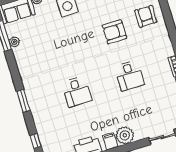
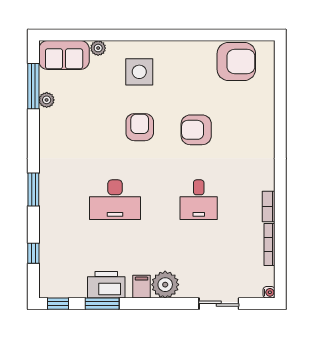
armchair: (146, 16) -> (140, 127), moved
desk: (77, 92) -> (115, 200), width x1.37

